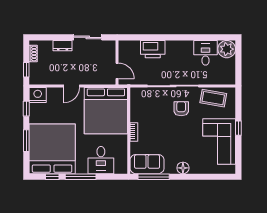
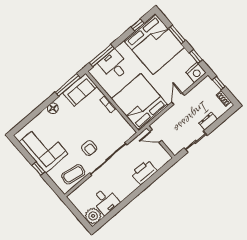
window: (81, 177) -> (102, 56), moved

